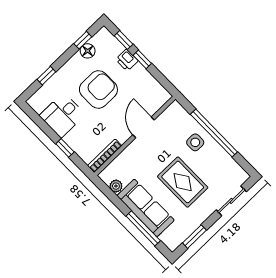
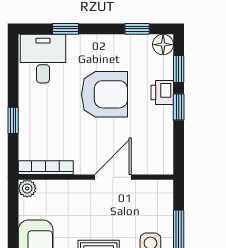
floor lamp: (88, 51) -> (163, 45), moved
desk: (62, 115) -> (43, 59), moved, turned 90
plant: (116, 186) -> (27, 188), moved

